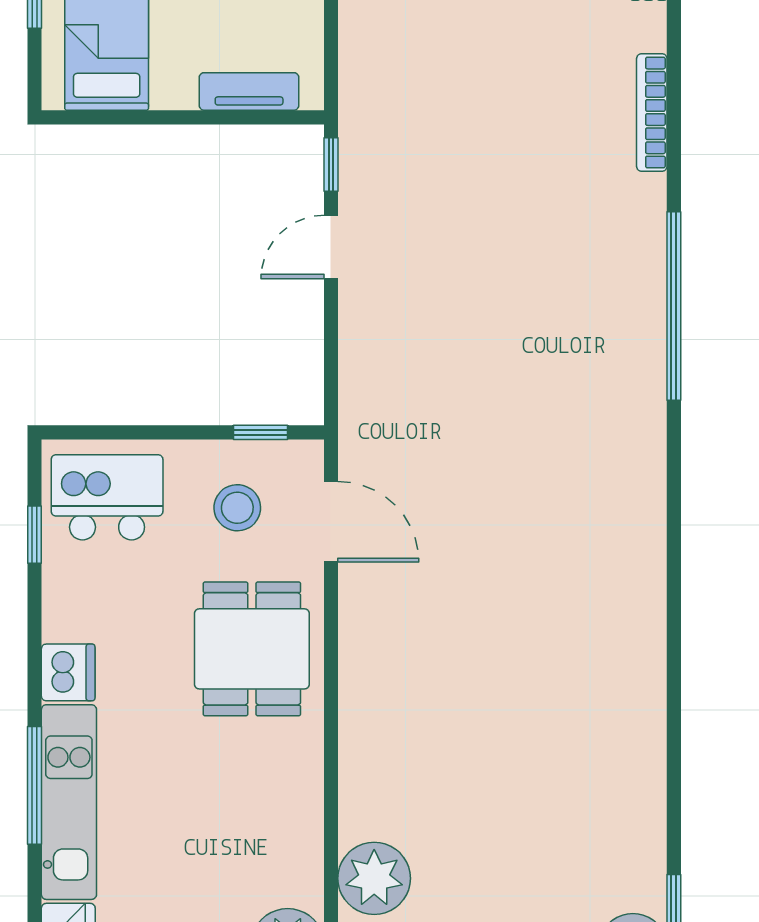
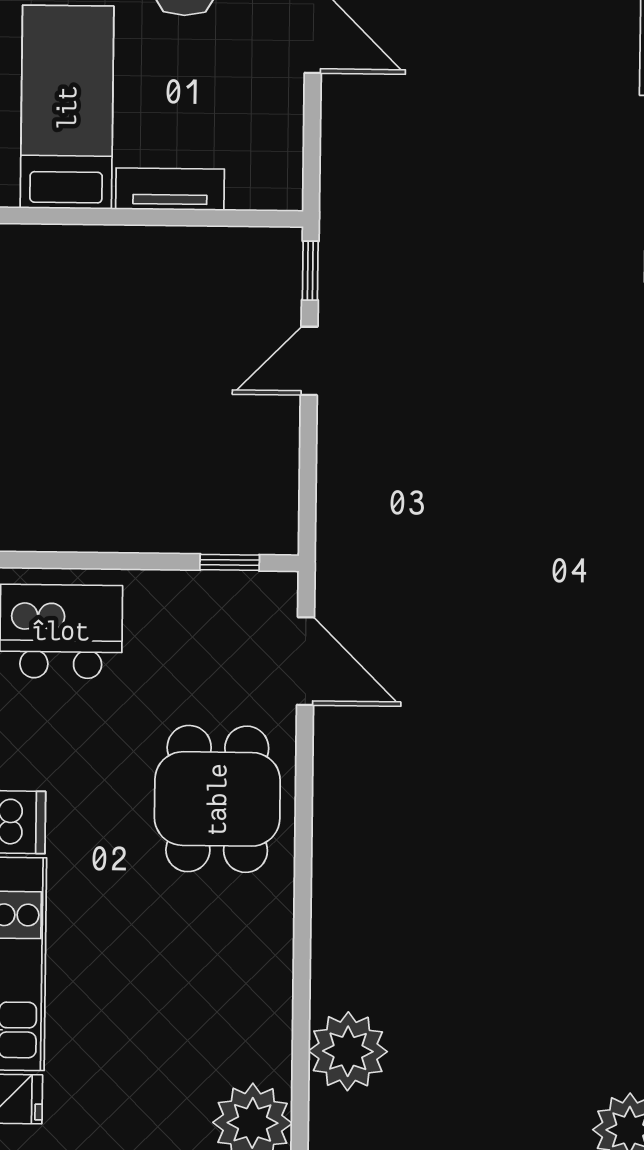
tv unit: (249, 91) -> (170, 189), moved
stool: (237, 508) -> (203, 645), removed

